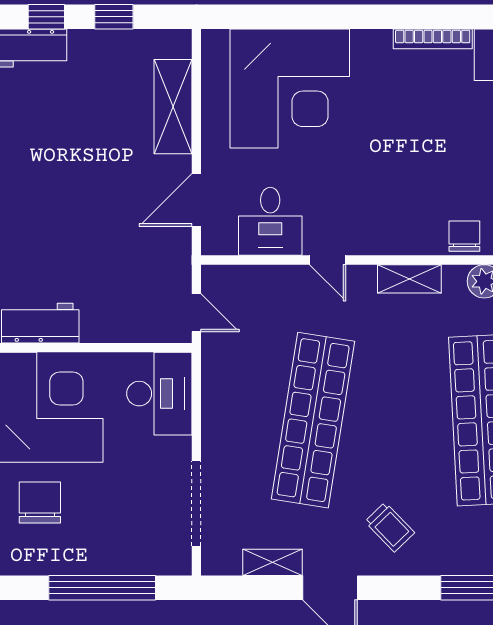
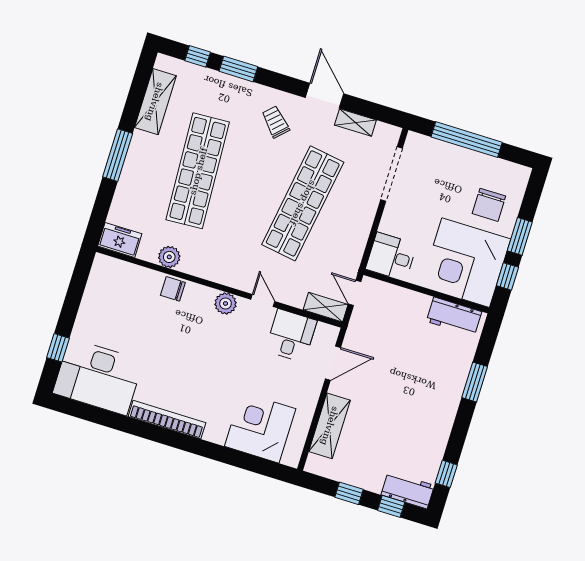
bookcase: (433, 39) -> (167, 420), width x1.48, depth x1.31
corner desk: (290, 89) -> (260, 428), width x0.74, depth x0.74
chair: (464, 236) -> (173, 289), turned 90
plant: (381, 239) -> (226, 303), added
shelving: (409, 279) -> (326, 307), moved
desk: (159, 394) -> (391, 257), width x0.73

